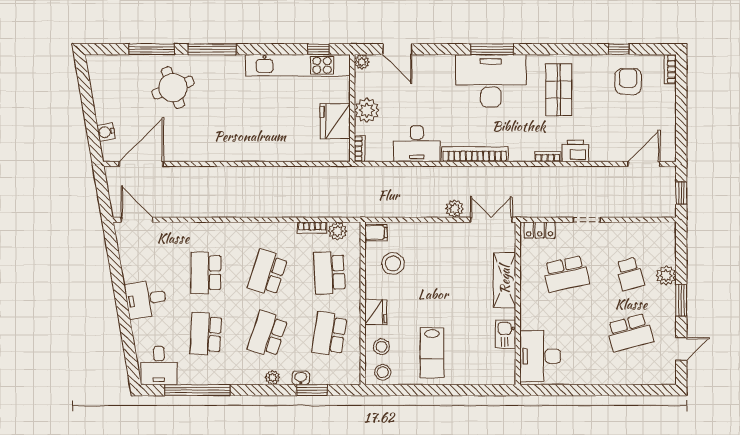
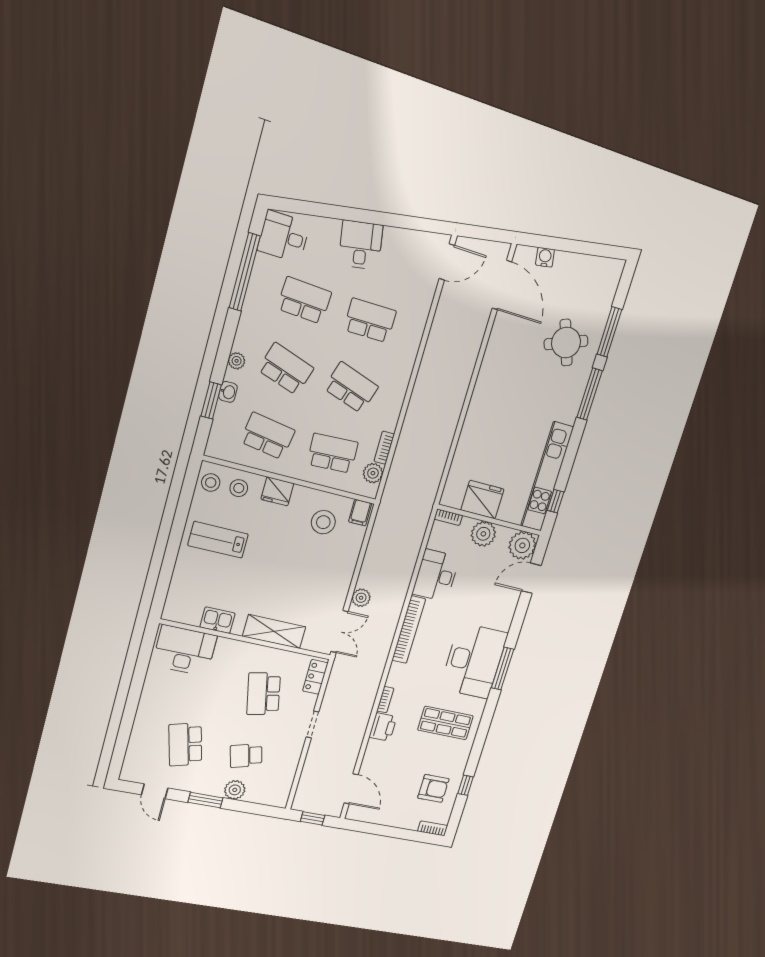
plant: (362, 62) -> (522, 545), width x1.87, depth x1.87

